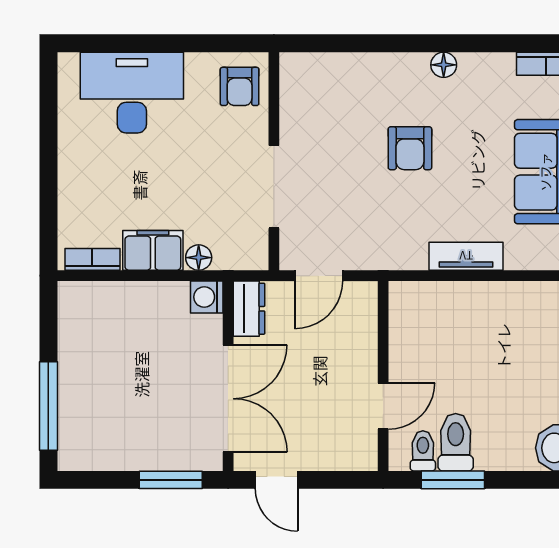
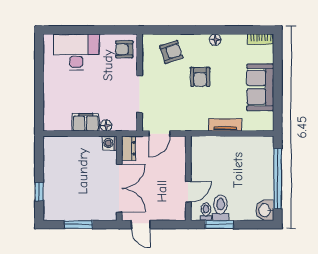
armchair: (240, 86) -> (124, 49), turned 90
armchair: (345, 92) -> (171, 52), added
bookcase: (92, 259) -> (59, 126), removed
window: (48, 406) -> (39, 192), width x0.46
window: (171, 480) -> (78, 225), moved

